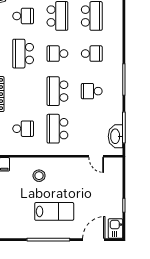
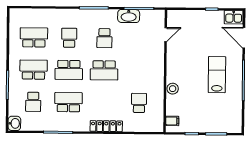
school desk: (23, 16) -> (33, 102), turned 180
school desk: (23, 54) -> (68, 102), turned 180
school desk: (57, 54) -> (69, 70), width x1.85
school desk: (57, 129) -> (139, 71), removed
washbasin: (116, 136) -> (129, 16), moved
stool: (39, 176) -> (173, 89), moved

